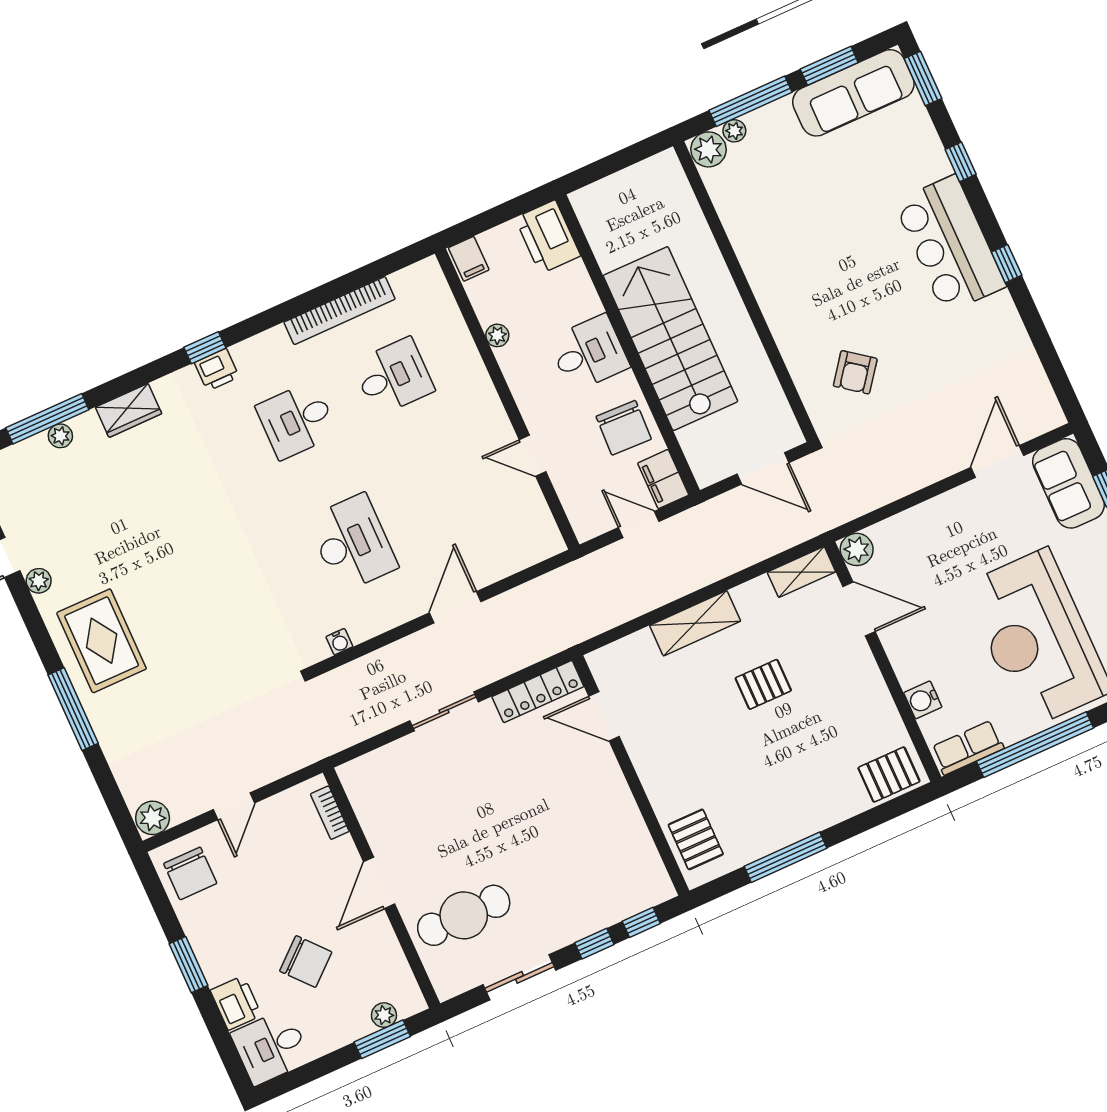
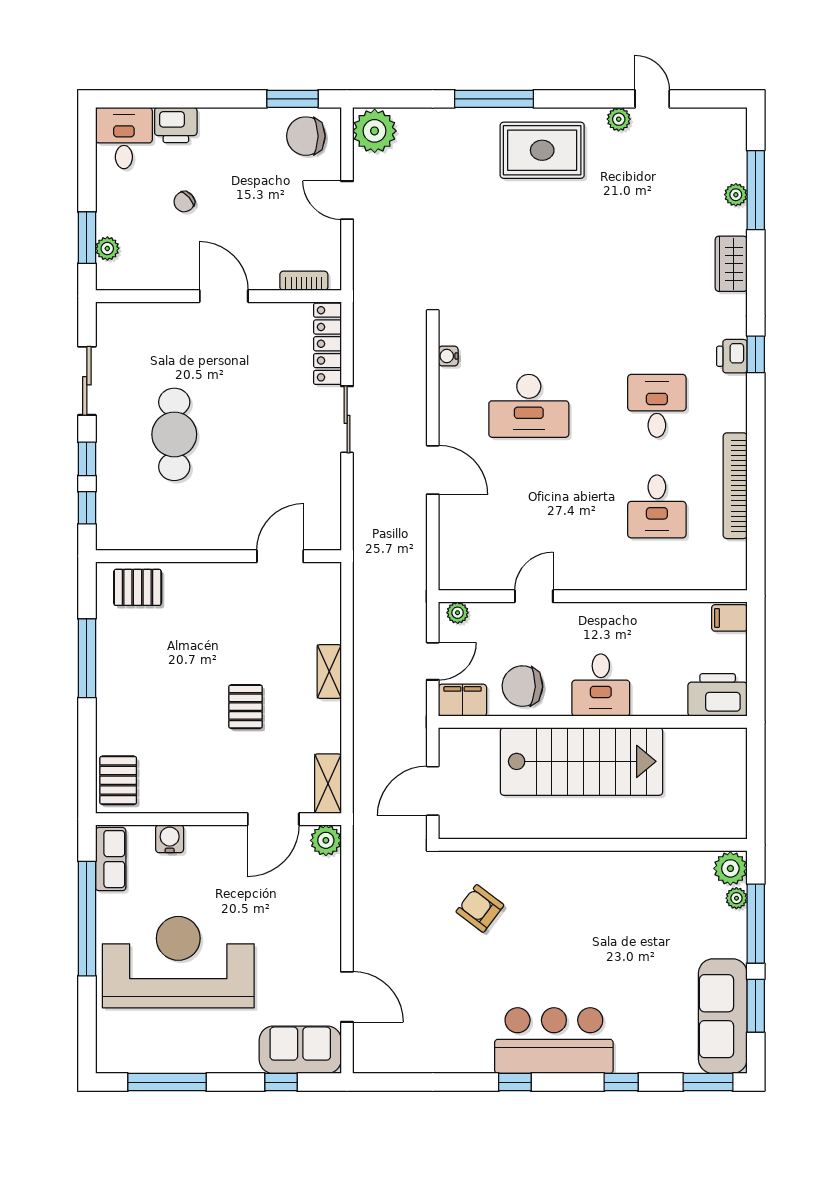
plant: (497, 335) -> (458, 613), moved
shelving: (695, 623) -> (329, 672), width x0.67, depth x0.75
locker: (538, 692) -> (327, 344), moved
plant: (153, 818) -> (375, 131), width x1.36, depth x1.36
cafe table: (464, 915) -> (174, 434), moved
chair: (306, 962) -> (184, 202), width x0.54, depth x0.54
window: (188, 965) -> (293, 99), moved

